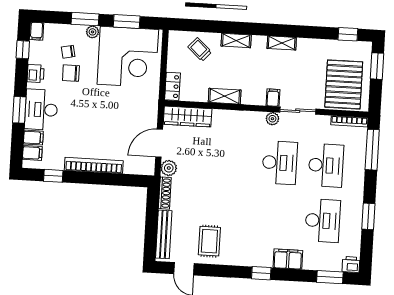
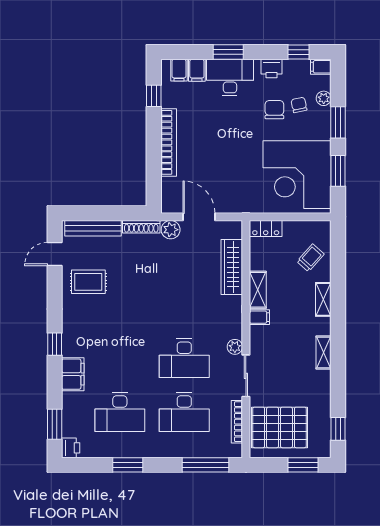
plant: (93, 32) -> (324, 98), moved
filing cabinet: (273, 98) -> (259, 317), moved
wardrobe: (188, 117) -> (232, 267), moved
bookcase: (349, 121) -> (237, 422), moved

